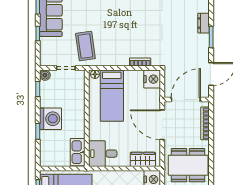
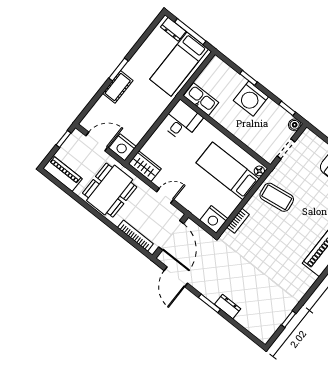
coffee table: (85, 46) -> (277, 197), moved
door: (162, 125) -> (165, 196), width x0.53
wardrobe: (143, 159) -> (145, 166), moved, turned -90

